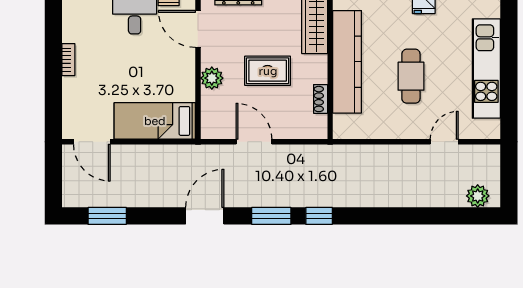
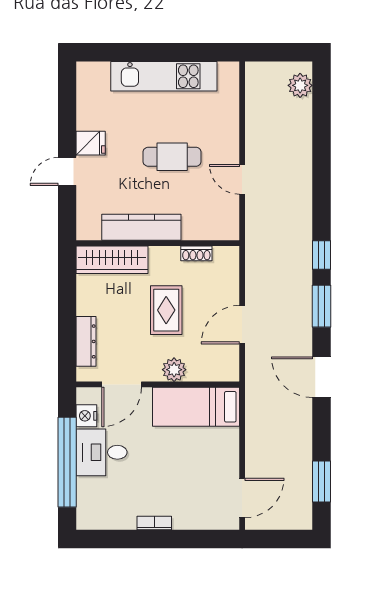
kitchen counter: (347, 62) -> (141, 227), width x0.72, depth x0.86
bed: (155, 121) -> (196, 407), moved, turned 90
door: (444, 142) -> (242, 179), moved

